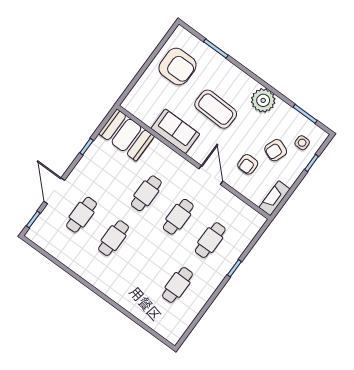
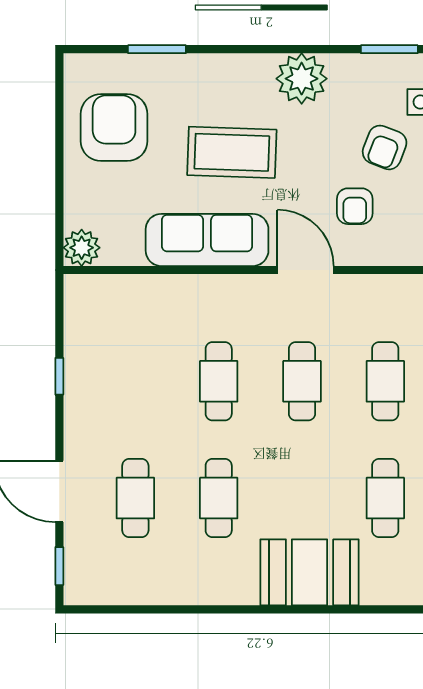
armchair: (177, 67) -> (114, 128), turned -90
plant: (131, 104) -> (82, 248), added
sofa: (175, 131) -> (207, 240), width x1.36
booth: (126, 135) -> (310, 572), moved

